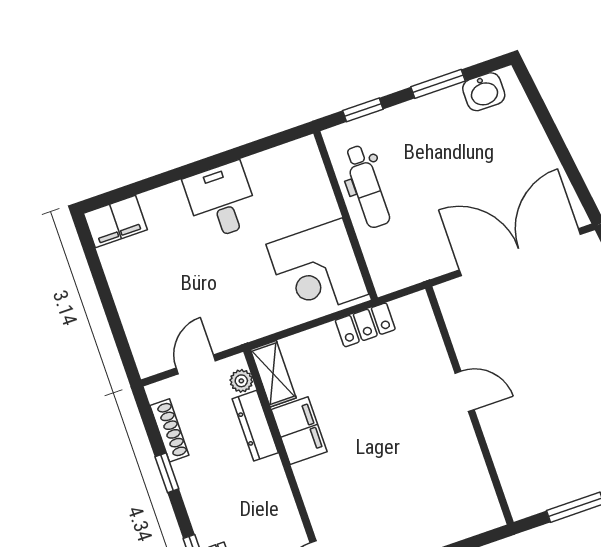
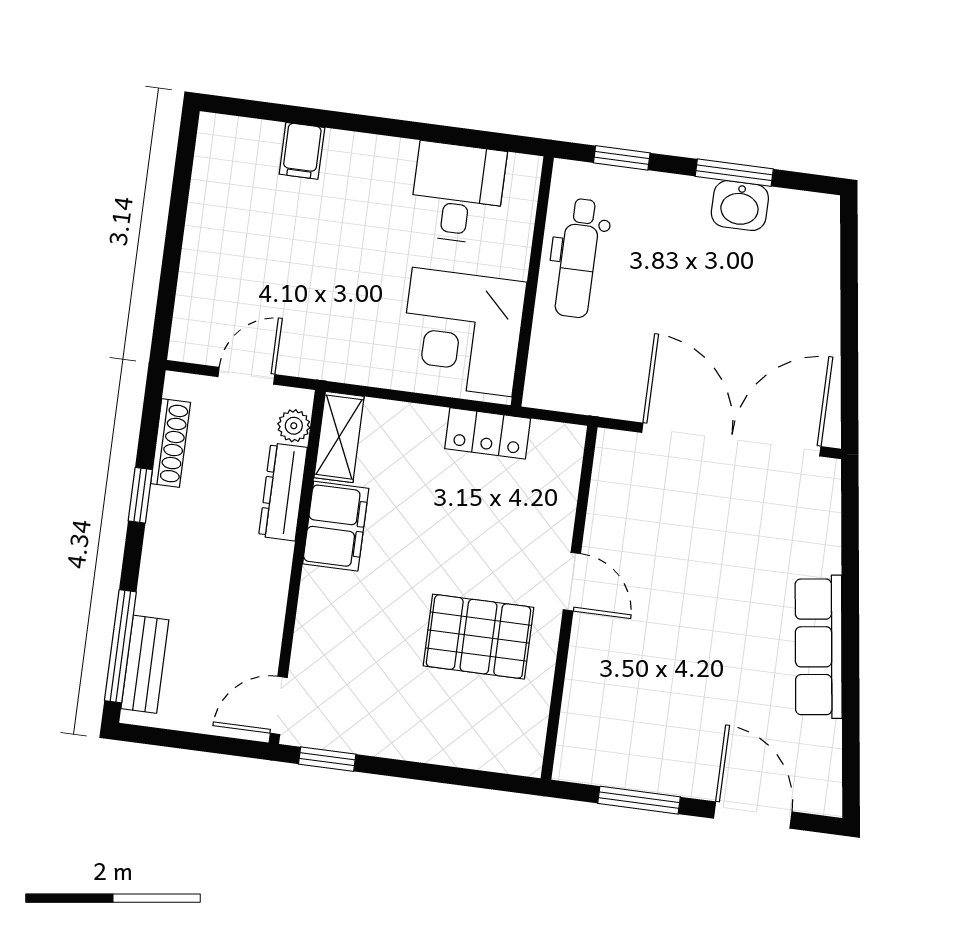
washbasin: (484, 92) -> (740, 206), moved
desk: (221, 201) -> (458, 193), moved
filing cabinet: (115, 221) -> (302, 151), moved, width x0.50
pallet: (423, 455) -> (478, 637), added

